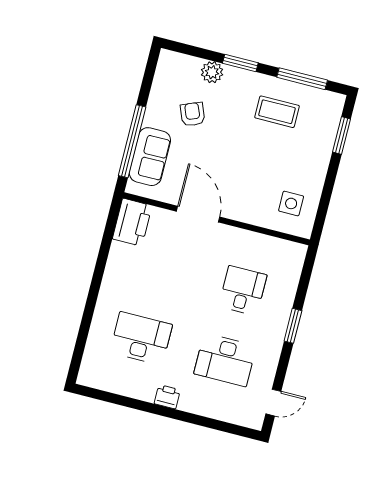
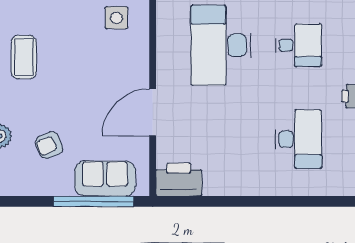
desk: (243, 291) -> (221, 45), width x1.87, depth x1.30
desk: (141, 338) -> (298, 139), turned 180
desk: (225, 360) -> (298, 45), width x0.73

